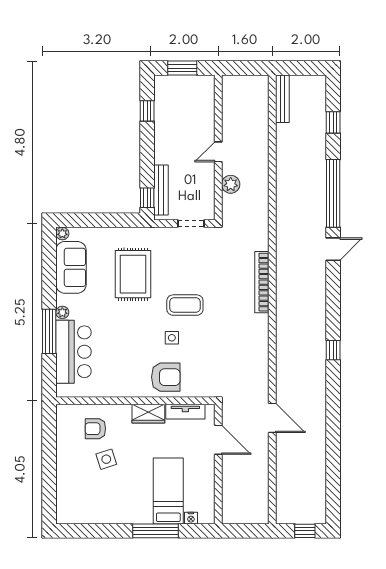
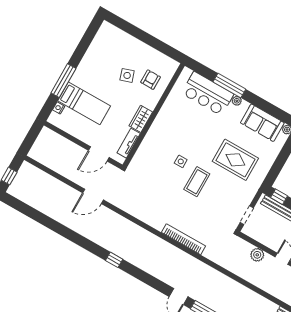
armchair: (166, 377) -> (158, 143), removed

